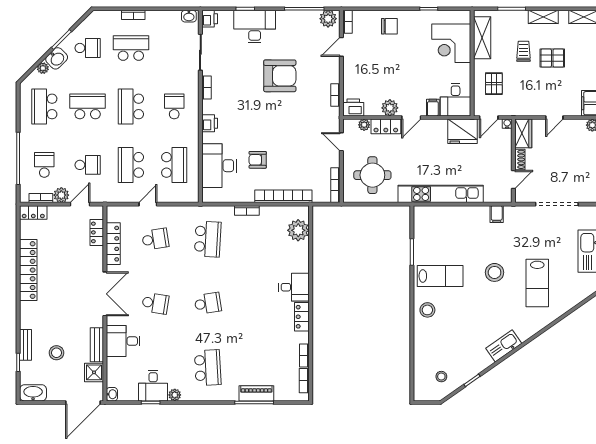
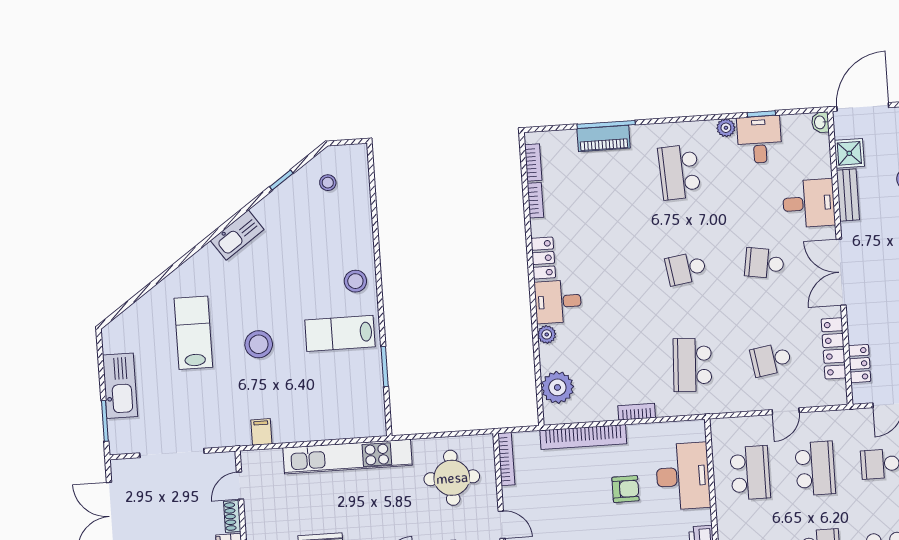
school desk: (174, 165) -> (750, 473), turned 180
plant: (303, 266) -> (547, 334), added

